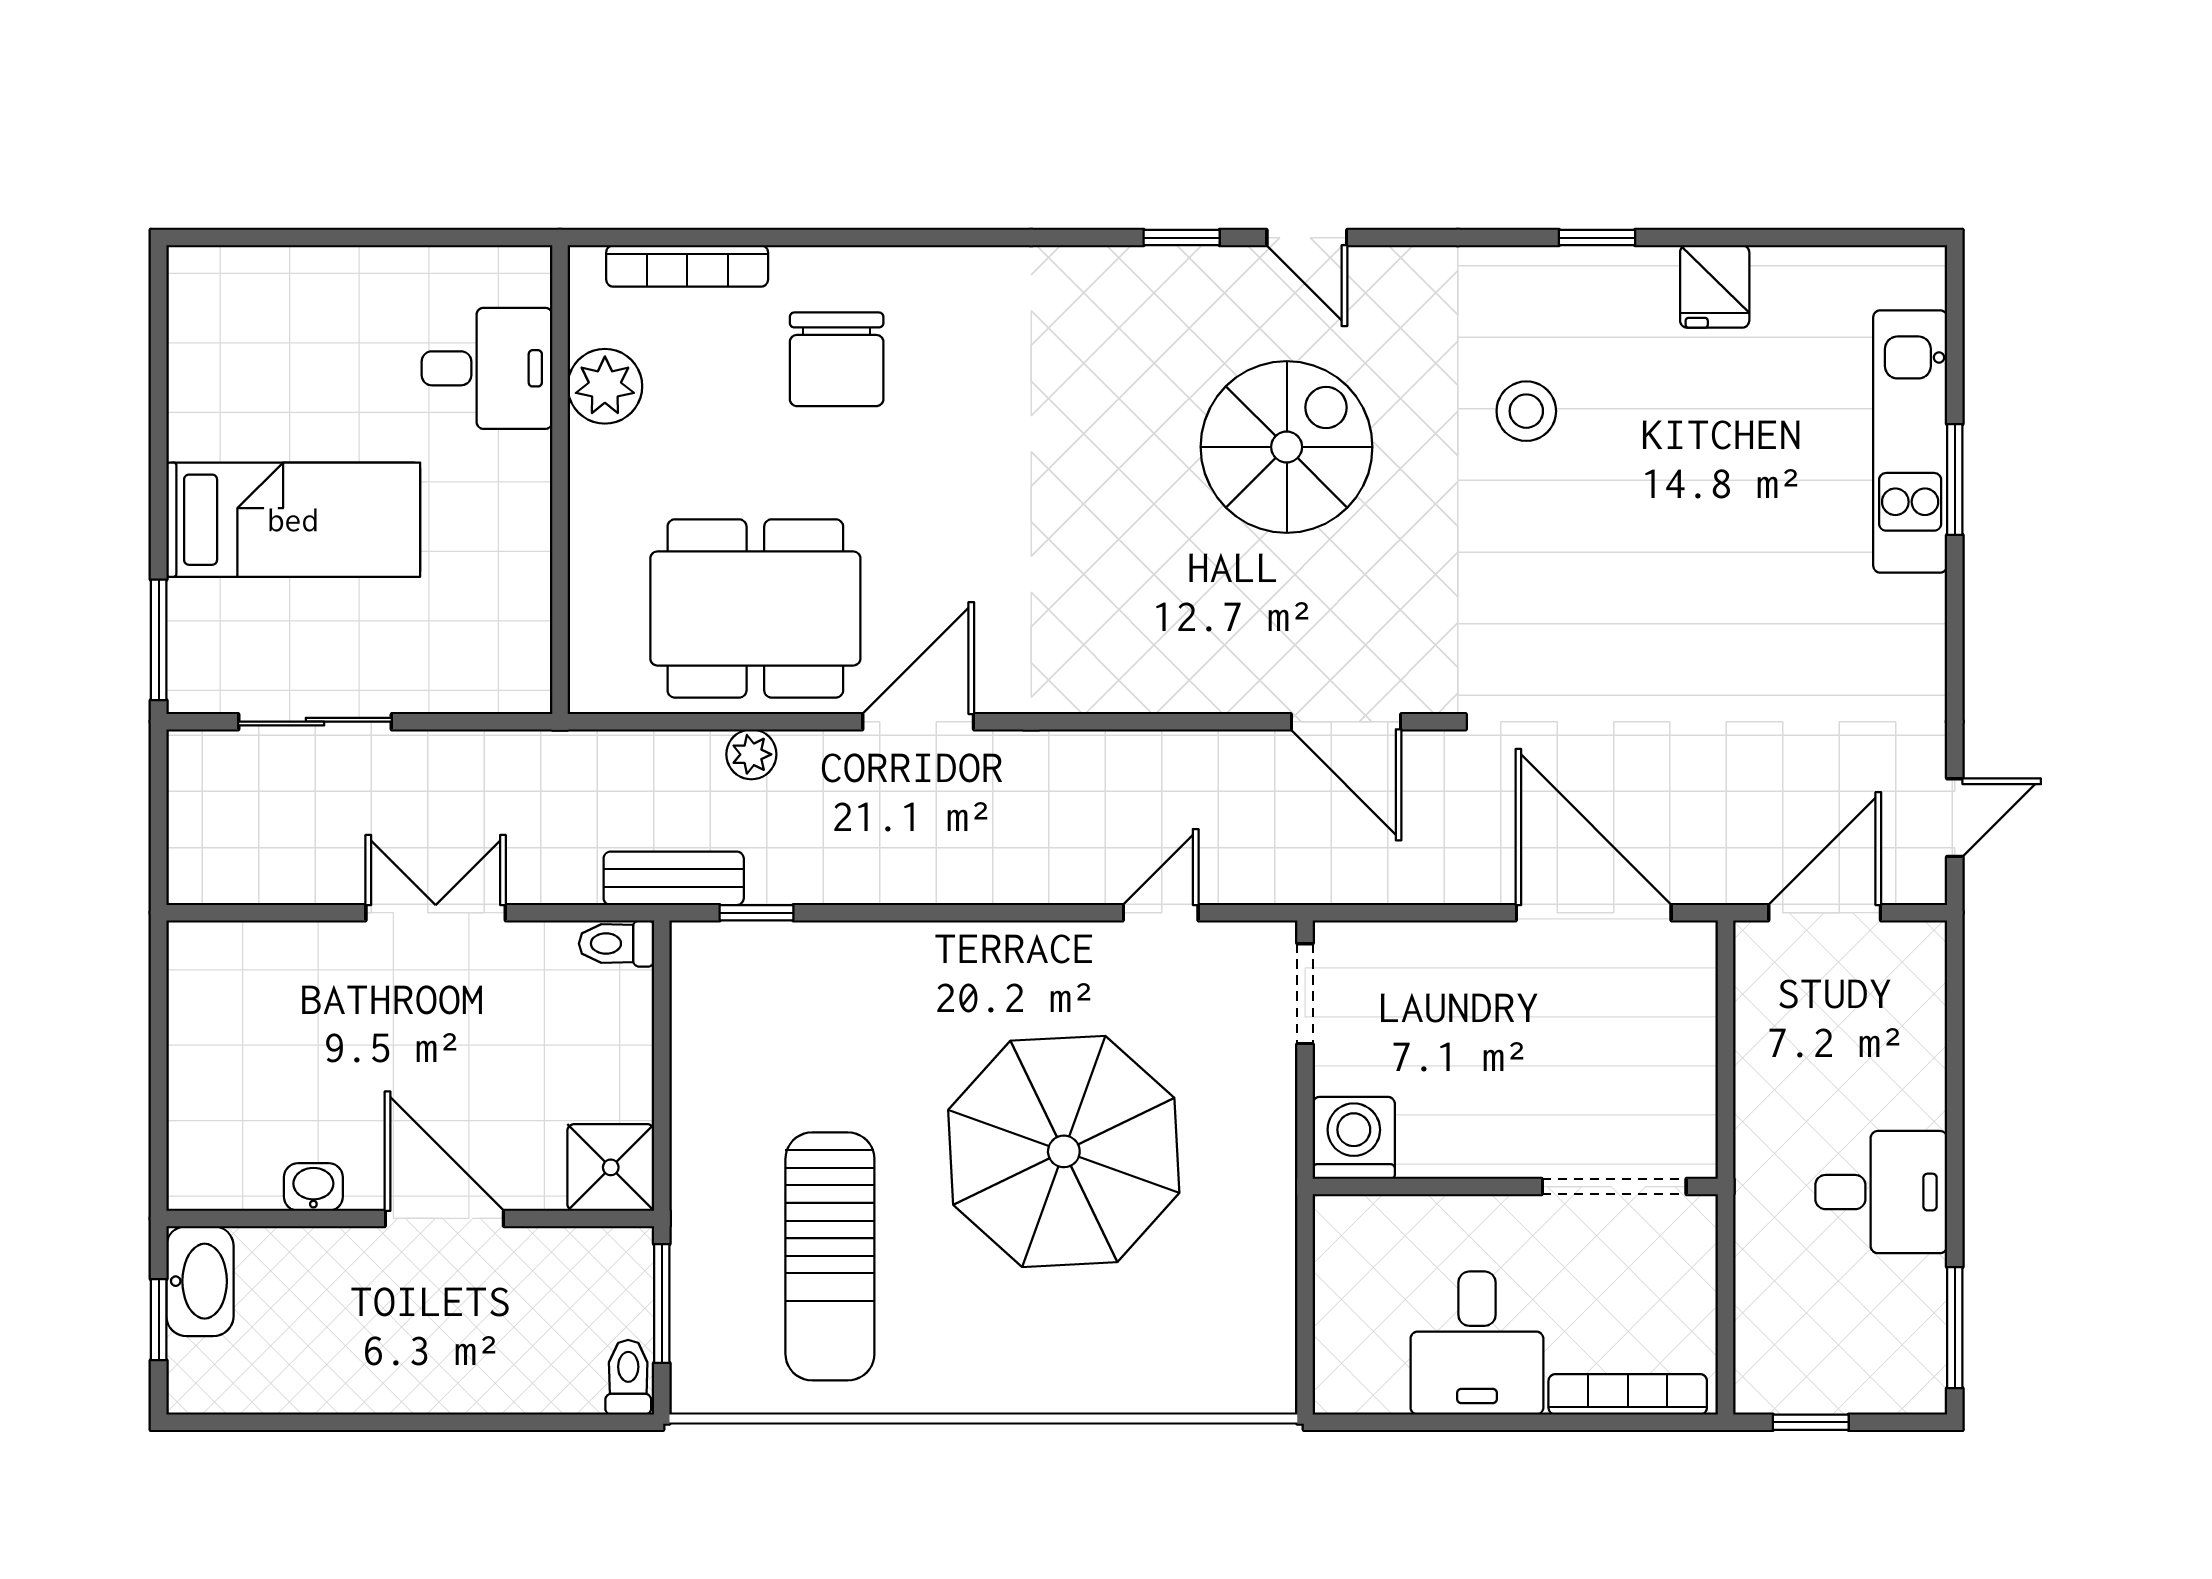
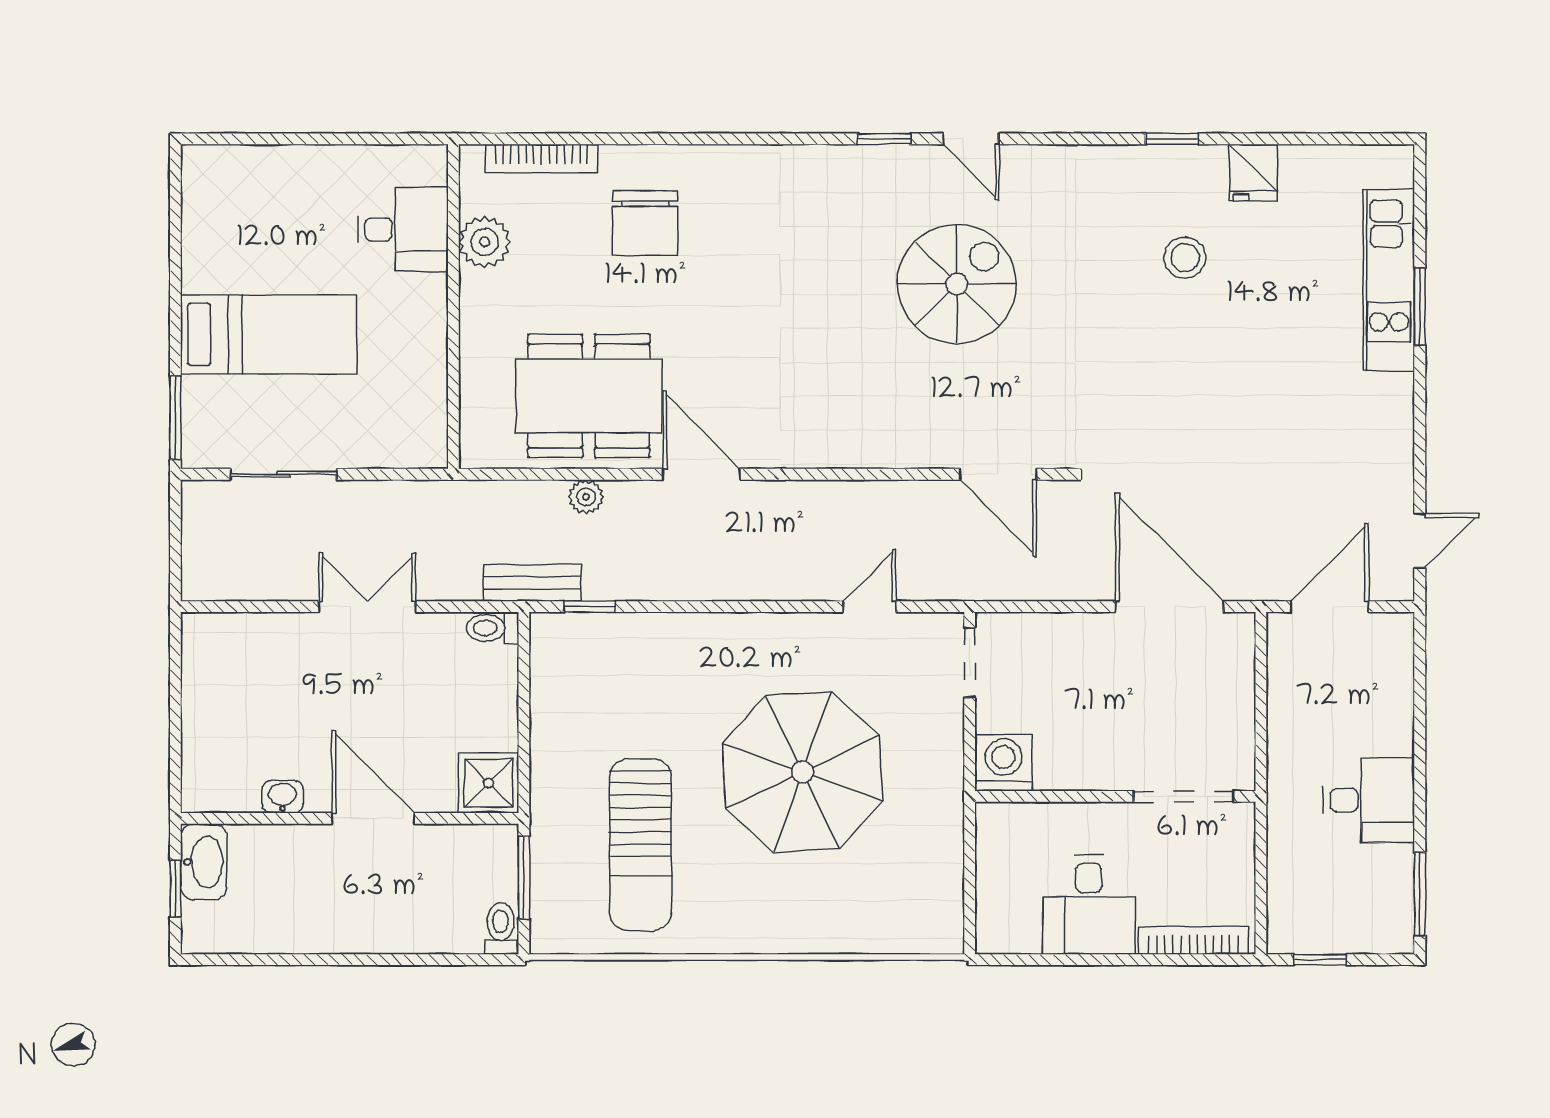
stool: (1526, 411) -> (1185, 258), moved
door: (918, 722) -> (702, 474), hinge flipped

